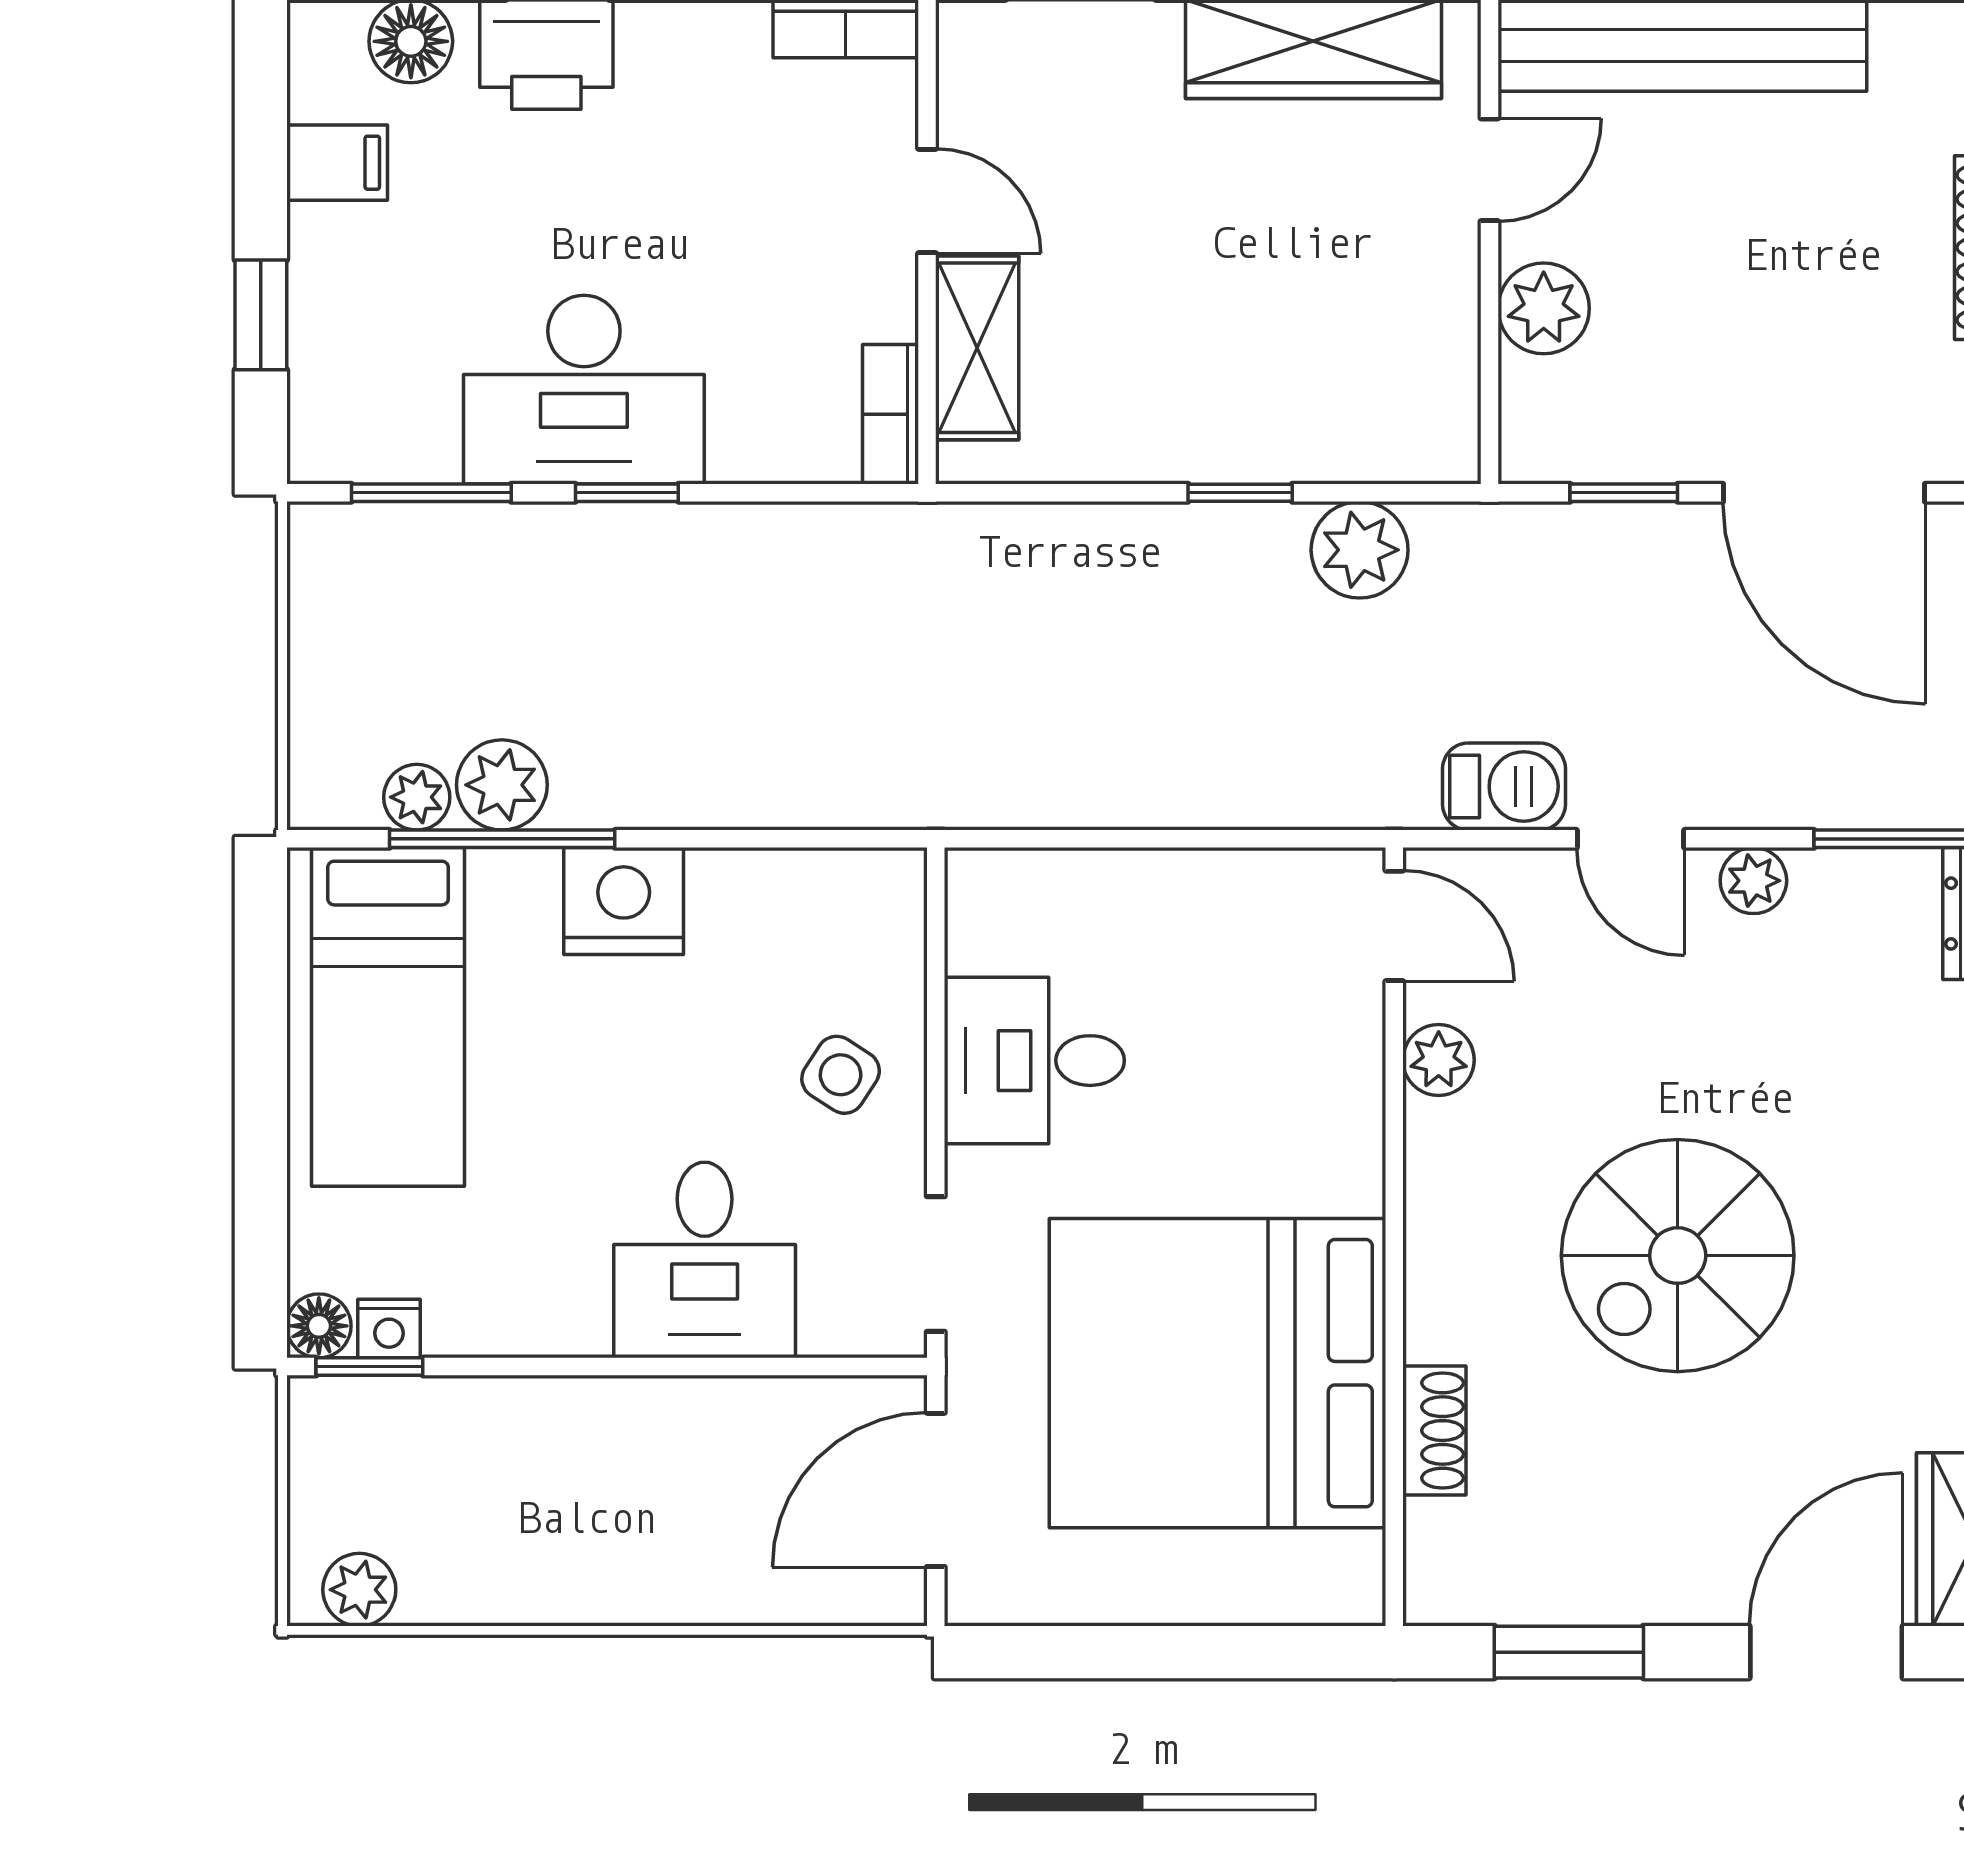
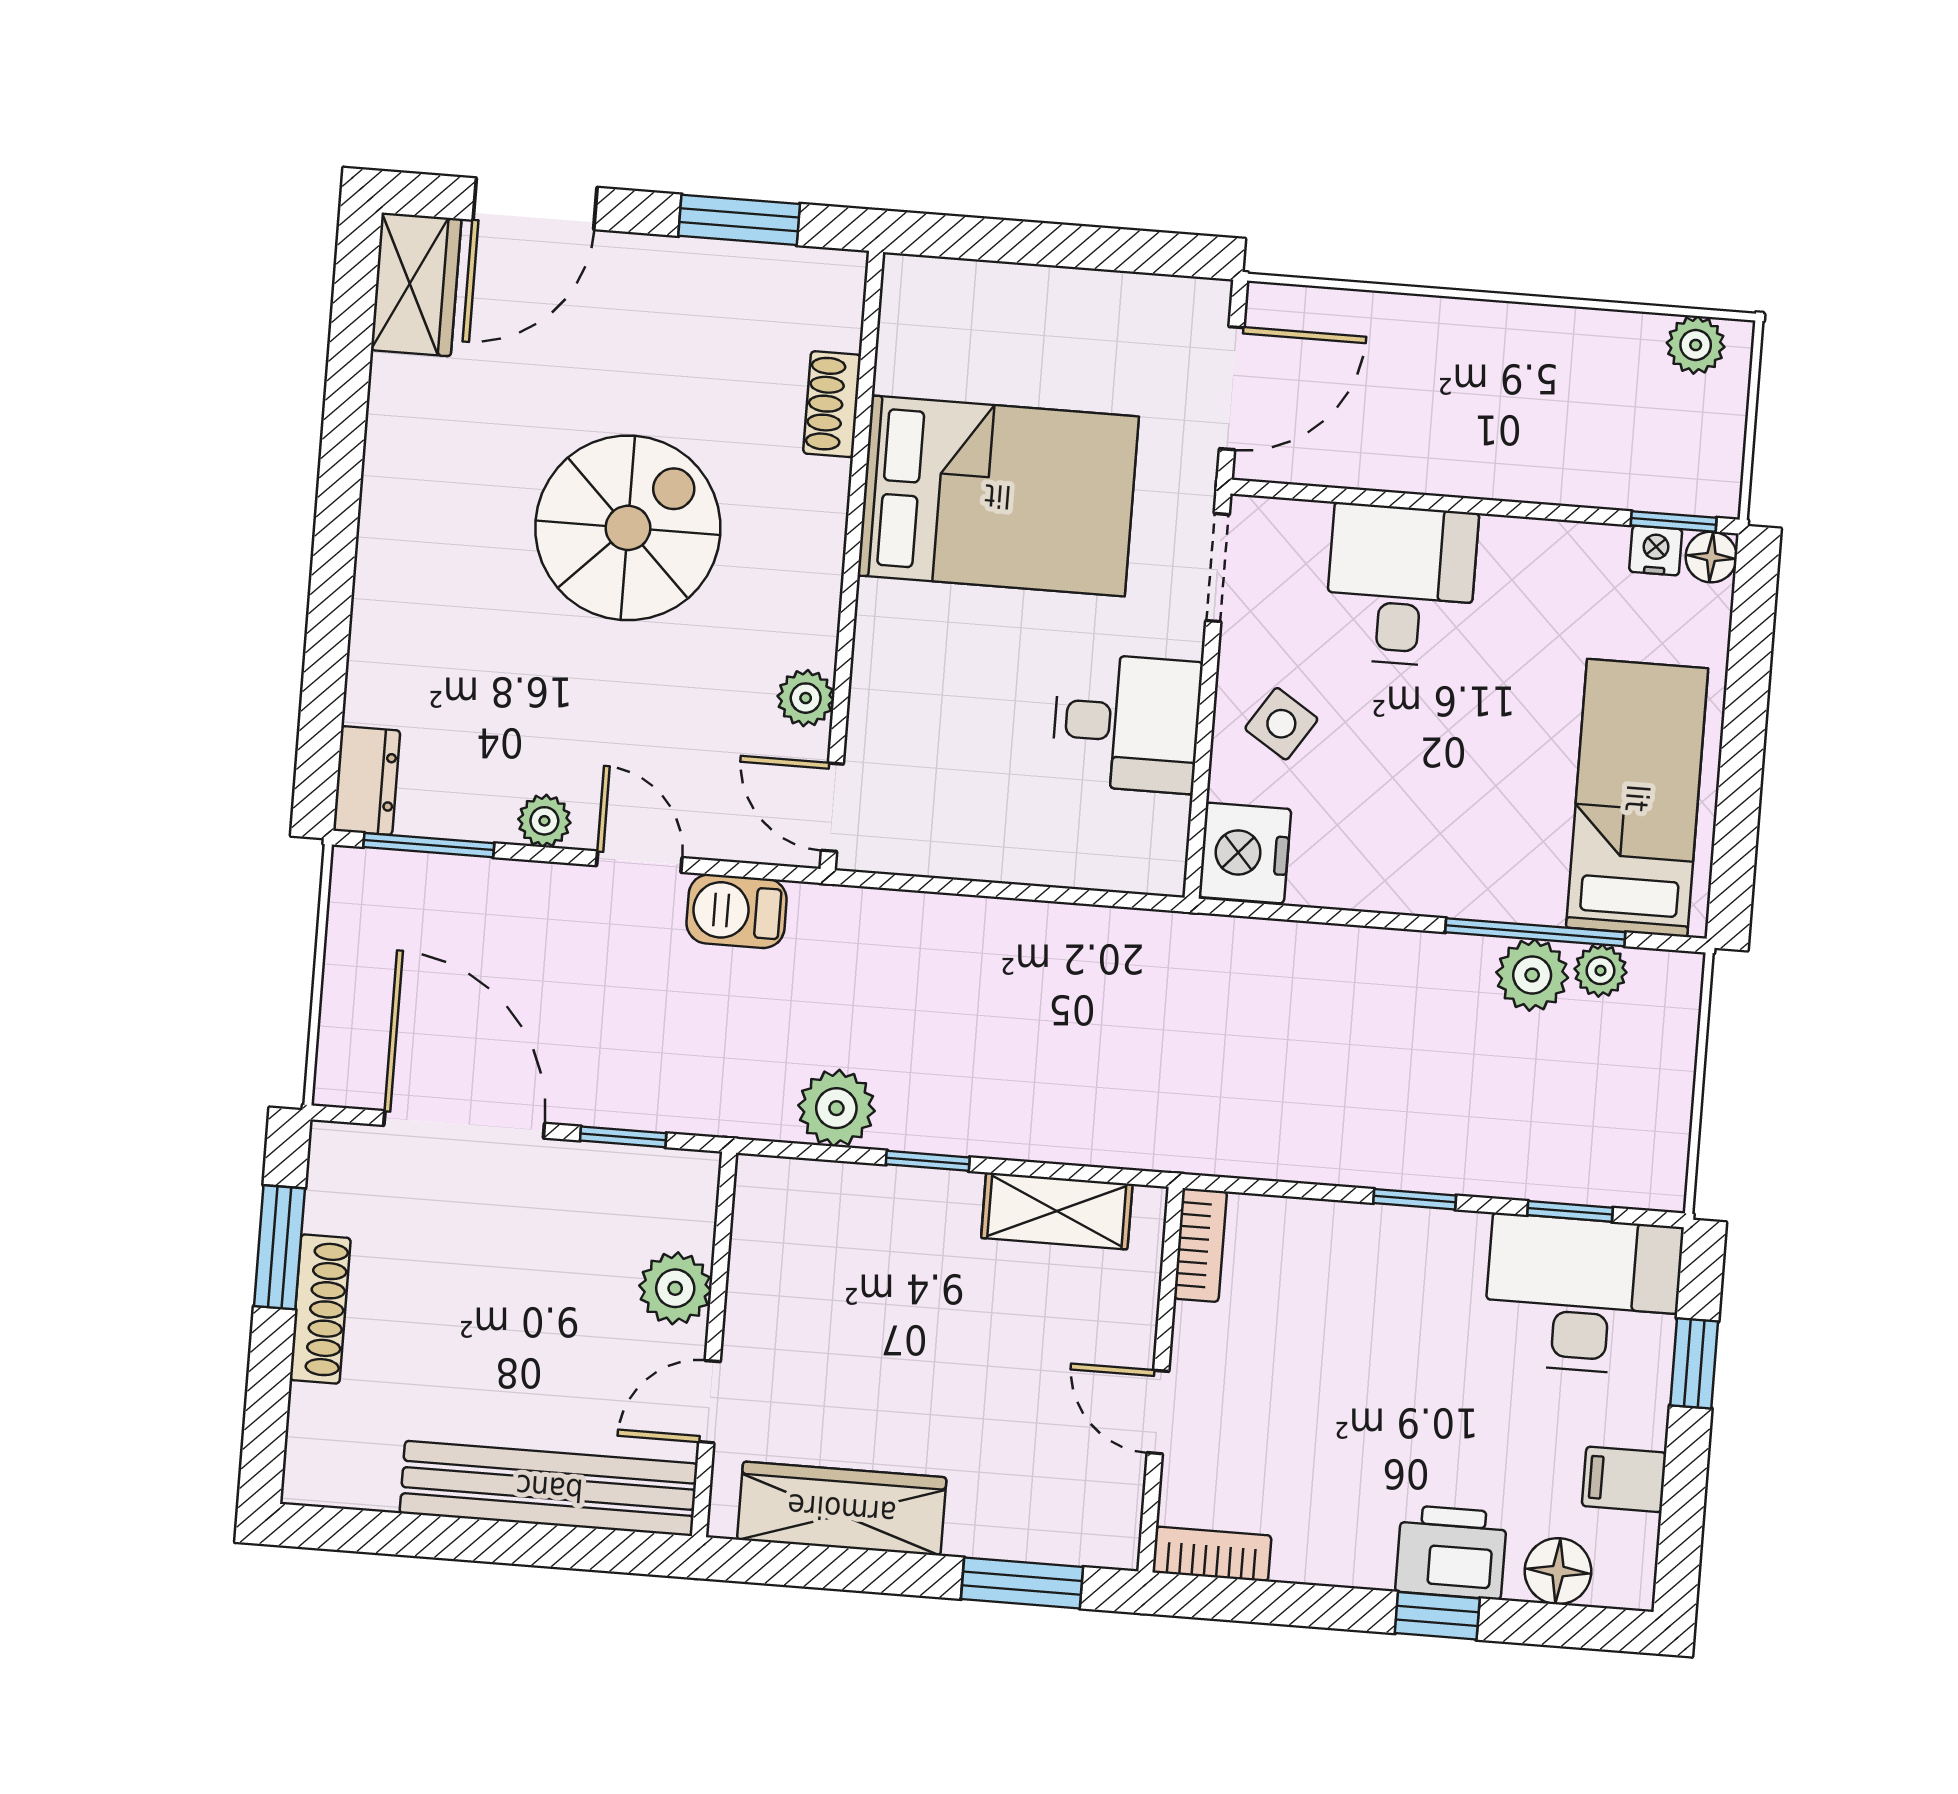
shelving: (977, 348) -> (1057, 1211), moved, turned 90
desk: (584, 390) -> (1583, 1295), moved
window: (431, 493) -> (1570, 1211), width x0.67
nightstand: (624, 901) -> (1245, 853), moved, turned 90
bed: (1217, 1373) -> (998, 496), width x0.73

